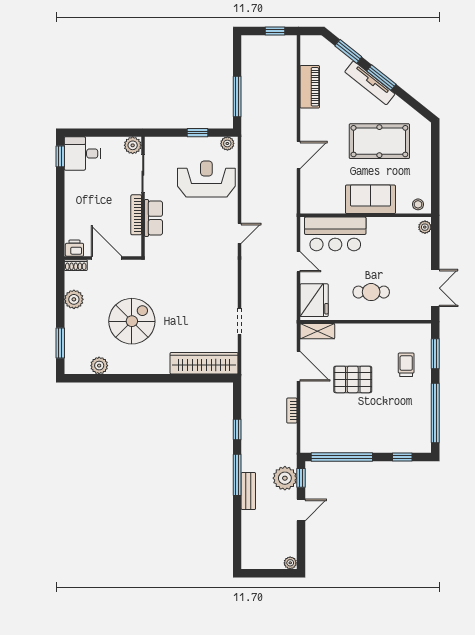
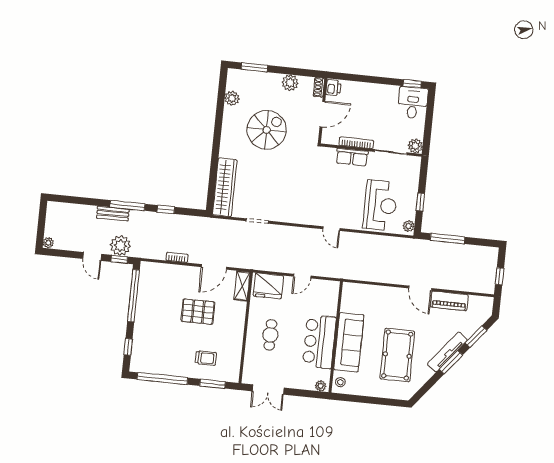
door: (299, 155) -> (420, 288), moved
sofa: (370, 199) -> (349, 342), width x1.36
bar counter: (335, 234) -> (319, 342), moved
spiral stairs: (132, 321) -> (267, 130), turned -90
pallet: (353, 379) -> (198, 312), turned 90

